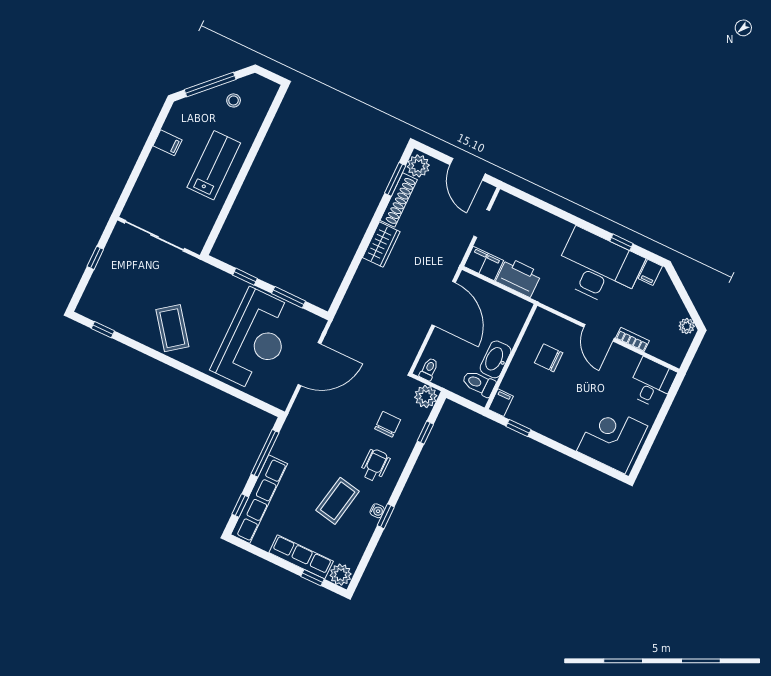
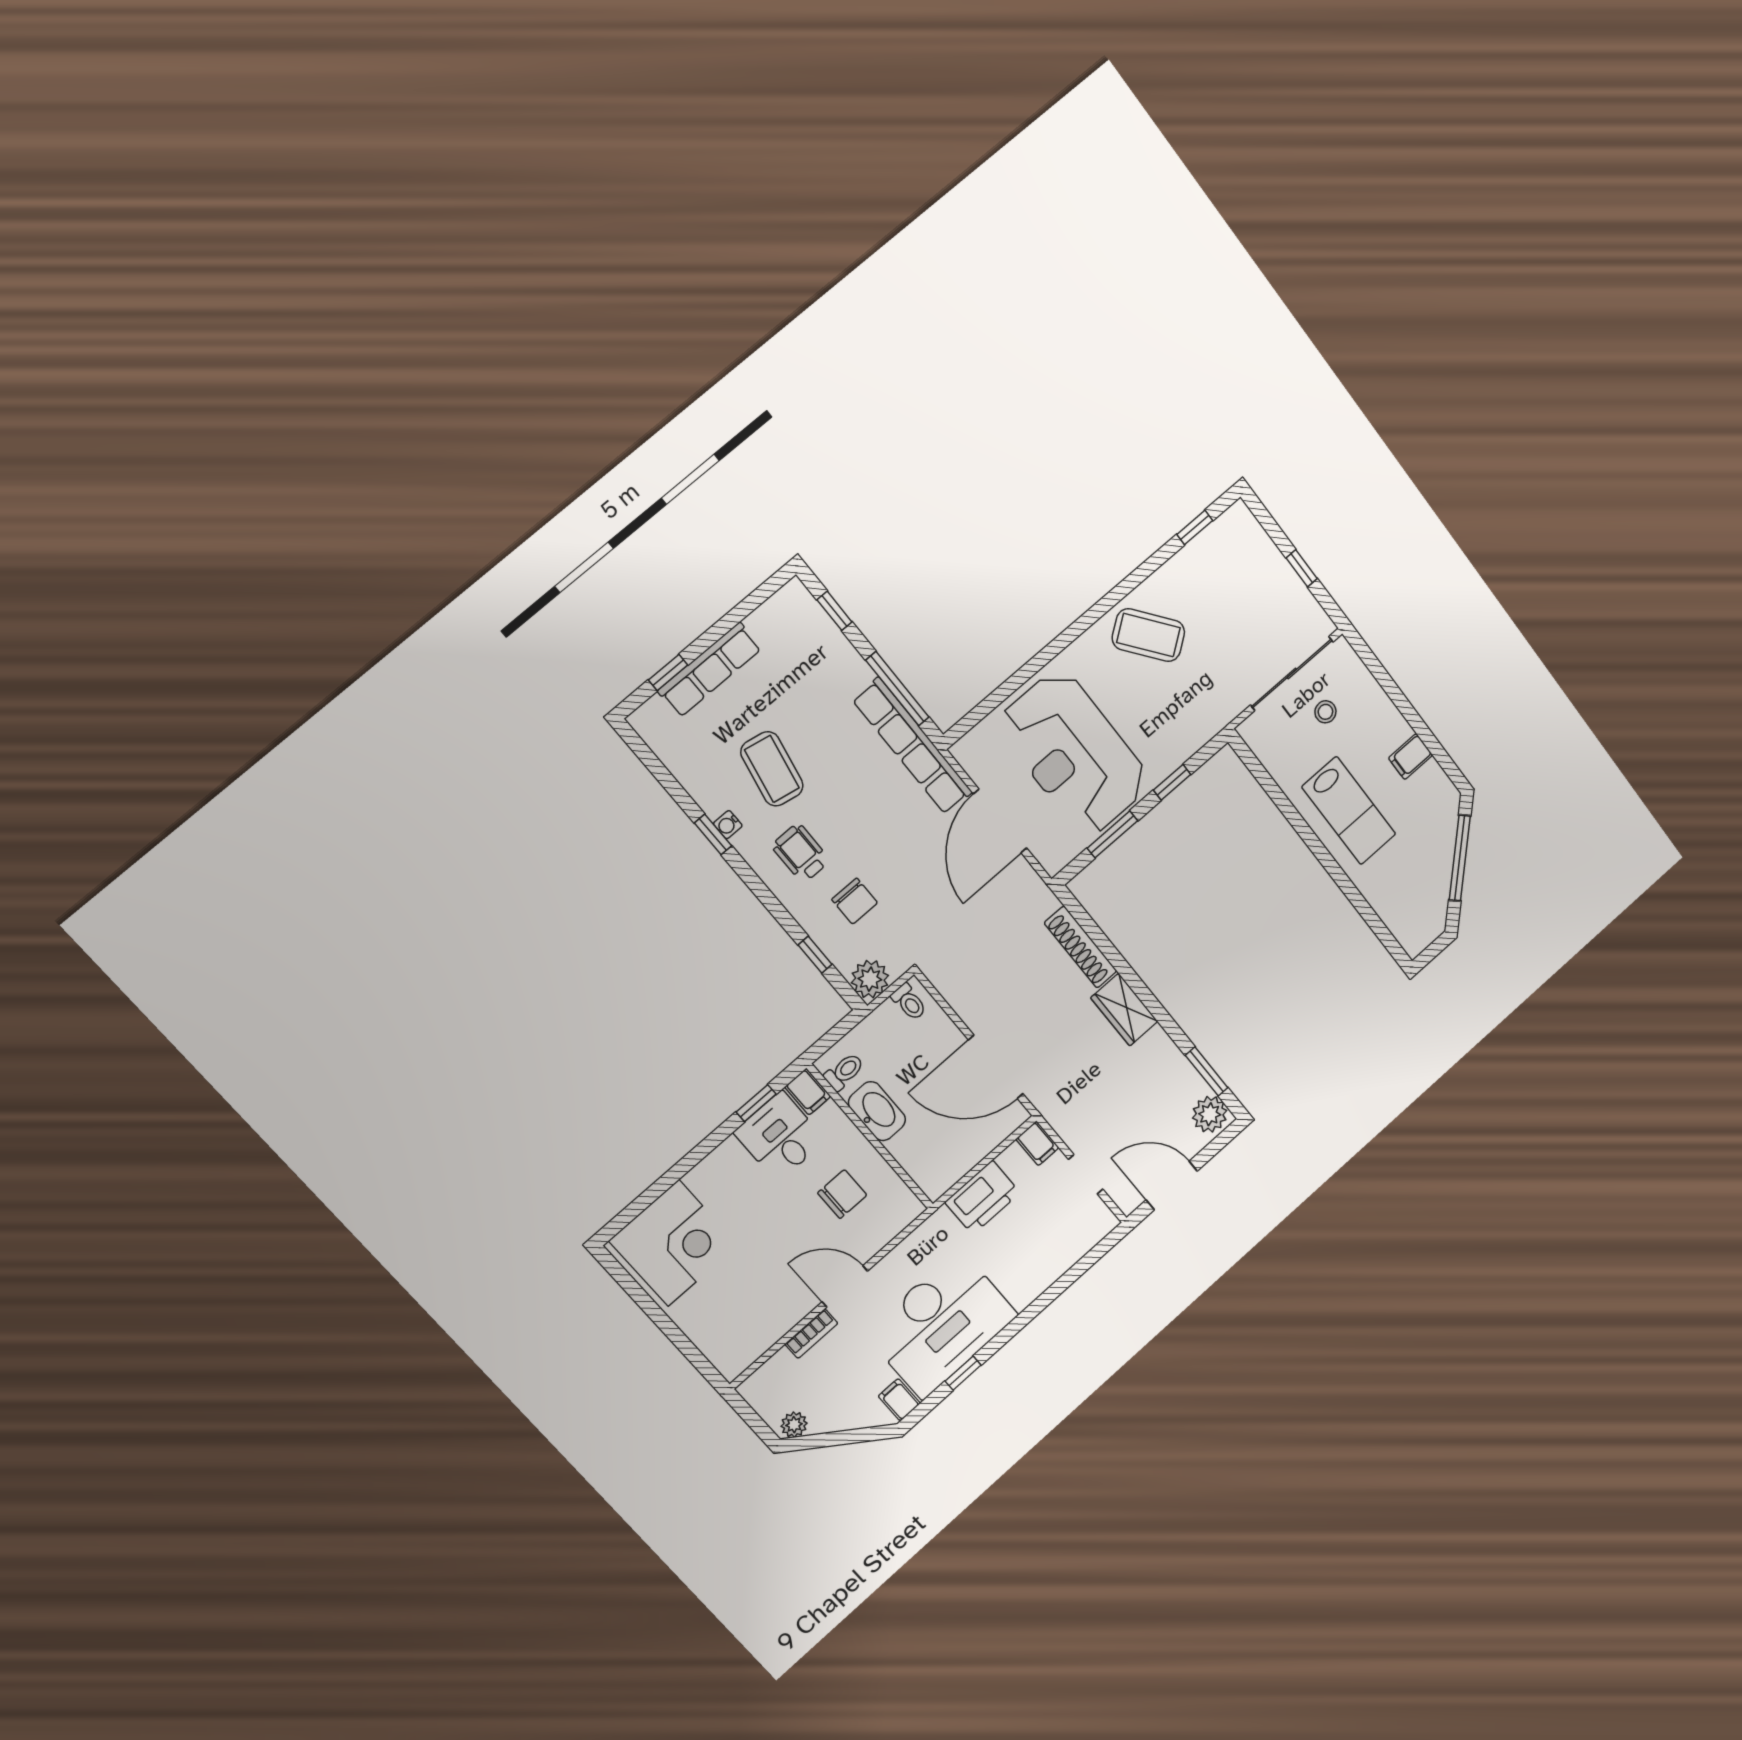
stool: (234, 100) -> (1325, 712), moved
shoe rack: (399, 200) -> (1081, 947), moved
filing cabinet: (484, 263) -> (1037, 1143), width x0.50
toilet: (479, 383) -> (844, 1072), width x0.73, depth x0.72
desk: (652, 383) -> (780, 1136), moved, turned 180
wheelchair: (375, 465) -> (801, 853), turned 180
row of seats: (259, 499) -> (912, 746), moved
plant: (341, 575) -> (652, 720), removed

